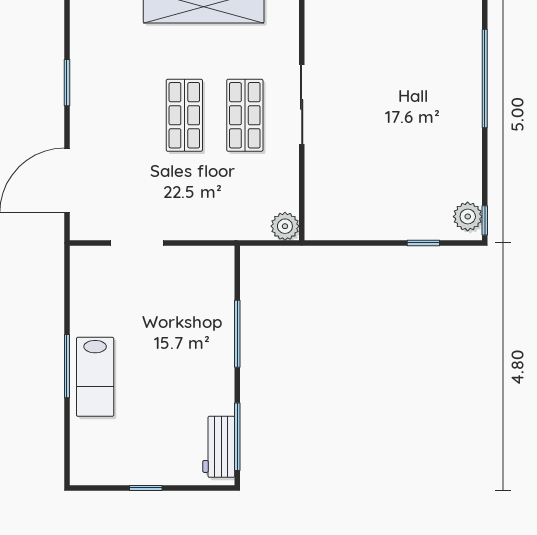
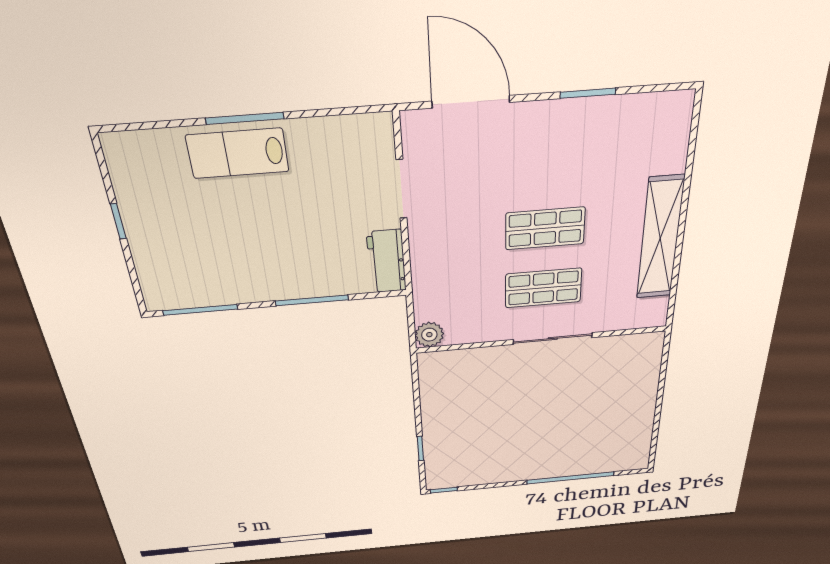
plant: (468, 217) -> (447, 478), removed
workbench: (219, 447) -> (387, 261), moved, turned -90

